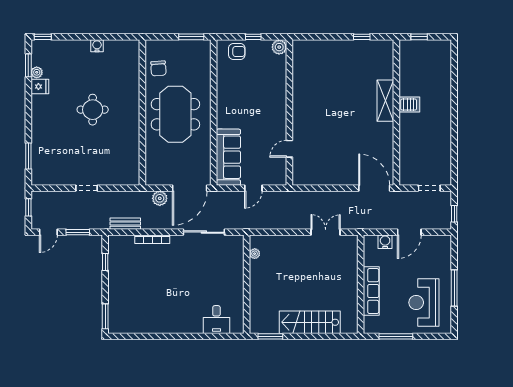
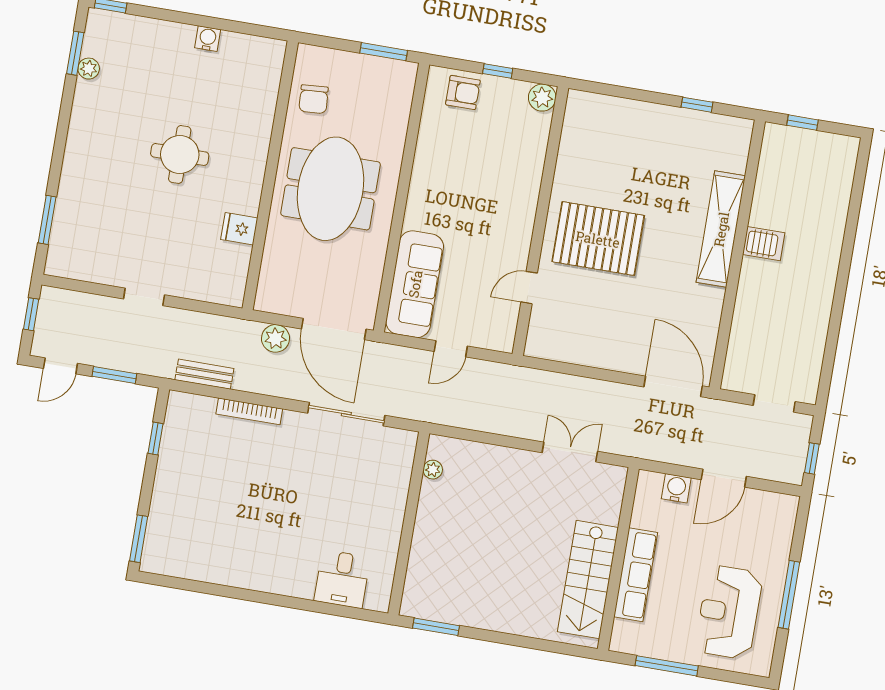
fridge: (40, 87) -> (239, 229), moved, turned 180
shelving: (385, 101) -> (721, 229), width x1.47
pallet: (321, 117) -> (598, 239), added
door: (190, 188) -> (334, 329), hinge flipped
stairs: (310, 322) -> (588, 580), moved, turned -90

